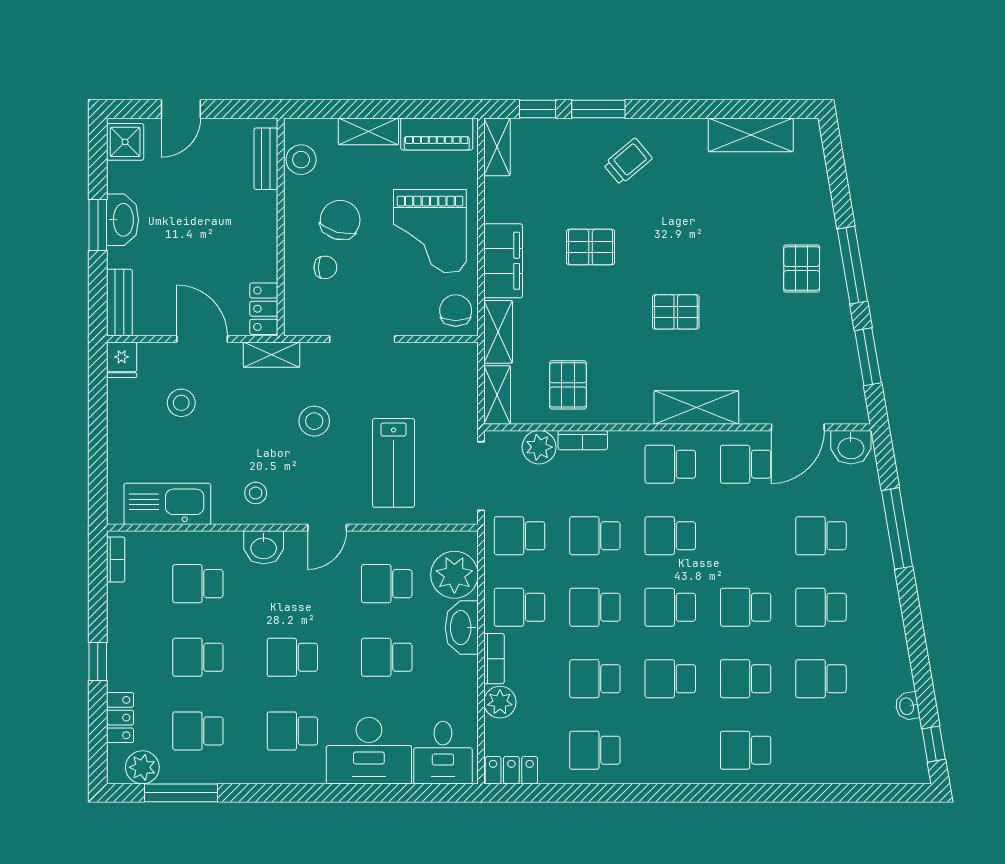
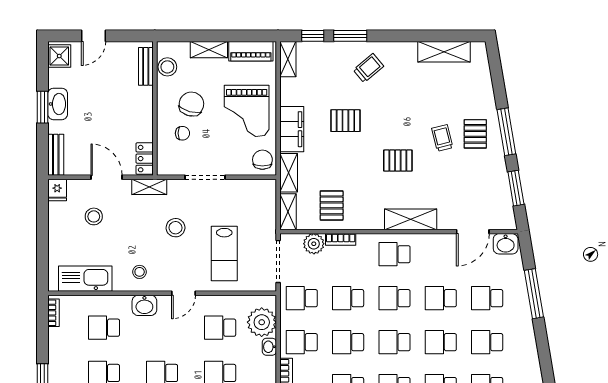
trolley: (748, 275) -> (442, 138), added
school desk: (746, 464) -> (441, 298), moved
washbasin: (462, 628) -> (269, 347), width x0.52, depth x0.69

